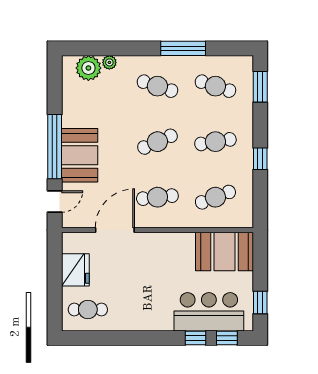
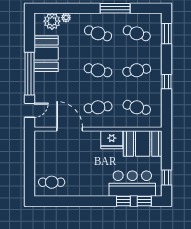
cafe table: (157, 142) -> (98, 70), turned 36
booth: (80, 155) -> (46, 54), moved
cafe table: (215, 197) -> (137, 107), turned 36
door: (115, 230) -> (70, 129), hinge flipped
fridge: (75, 270) -> (112, 140), moved, turned 90

